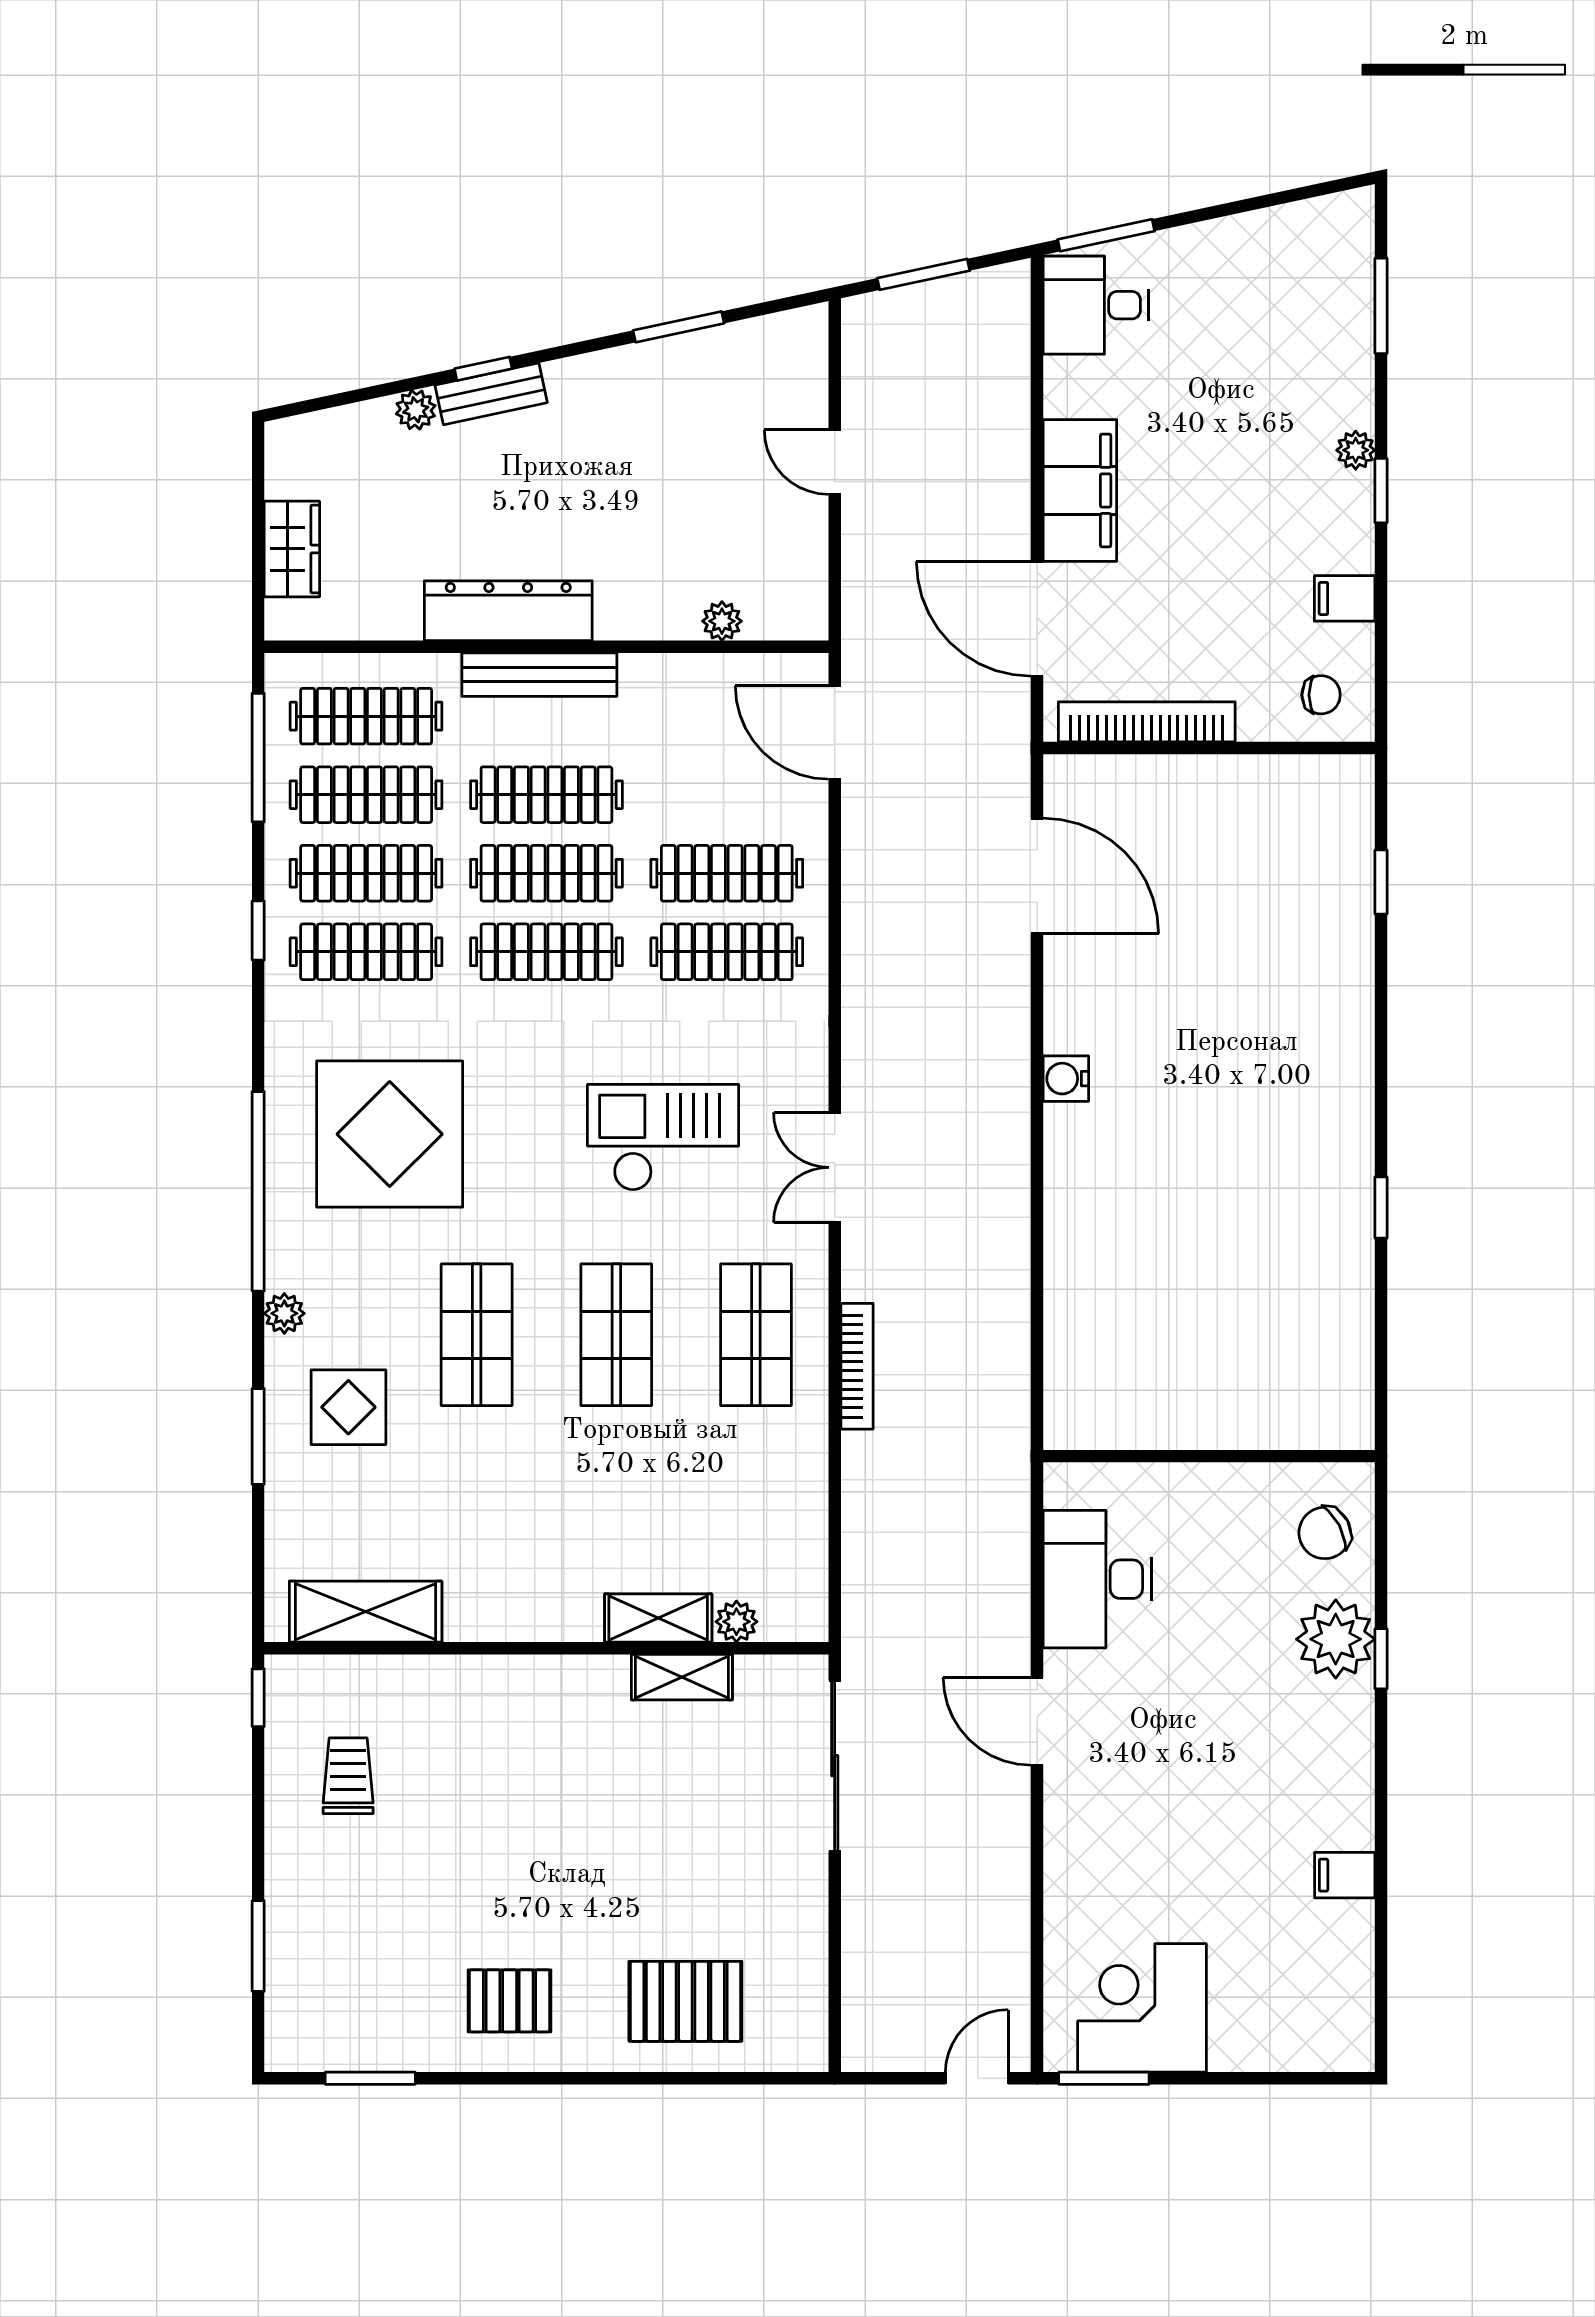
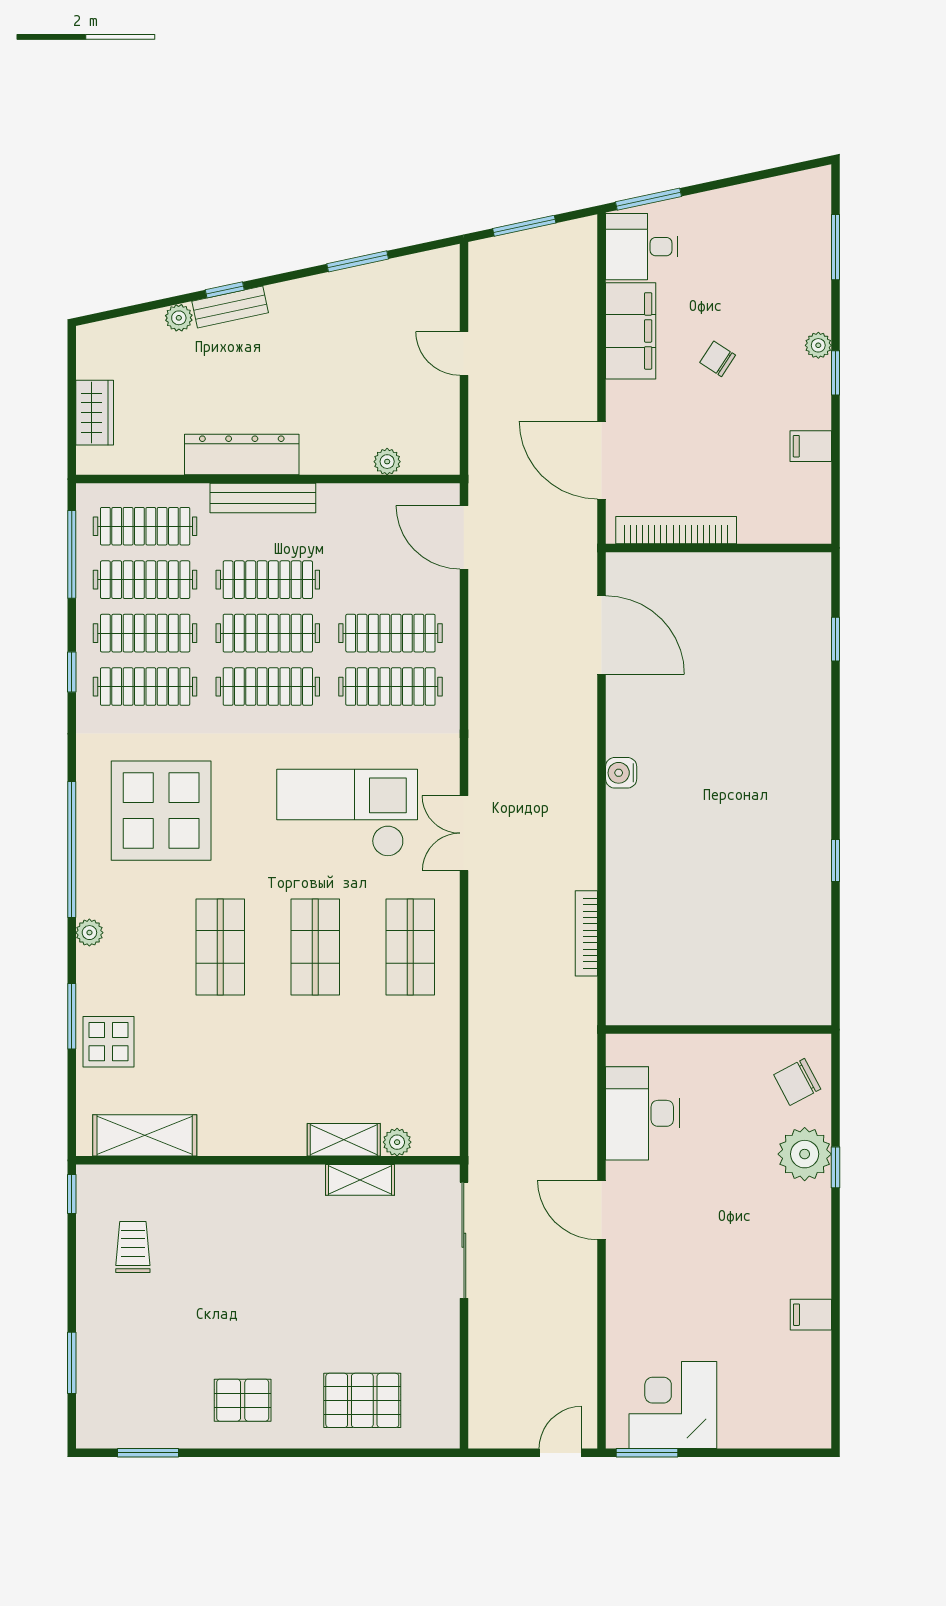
filing cabinet: (1080, 490) -> (631, 331), moved
chair: (1321, 695) -> (718, 359), moved, turned -147
checkout: (663, 1138) -> (347, 813), width x1.36, depth x1.21
bookcase: (857, 1366) -> (586, 933), moved, turned 180
display table: (348, 1407) -> (108, 1042), moved

